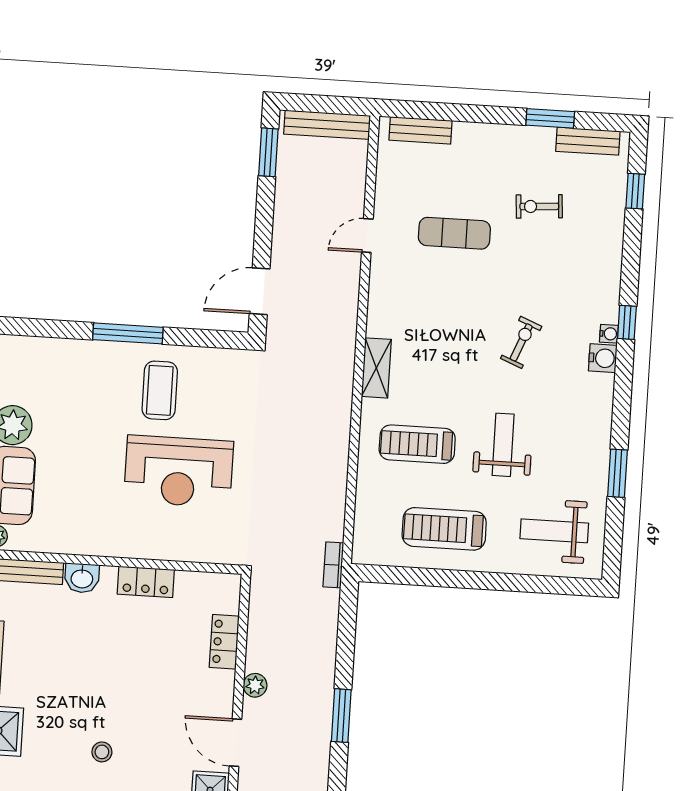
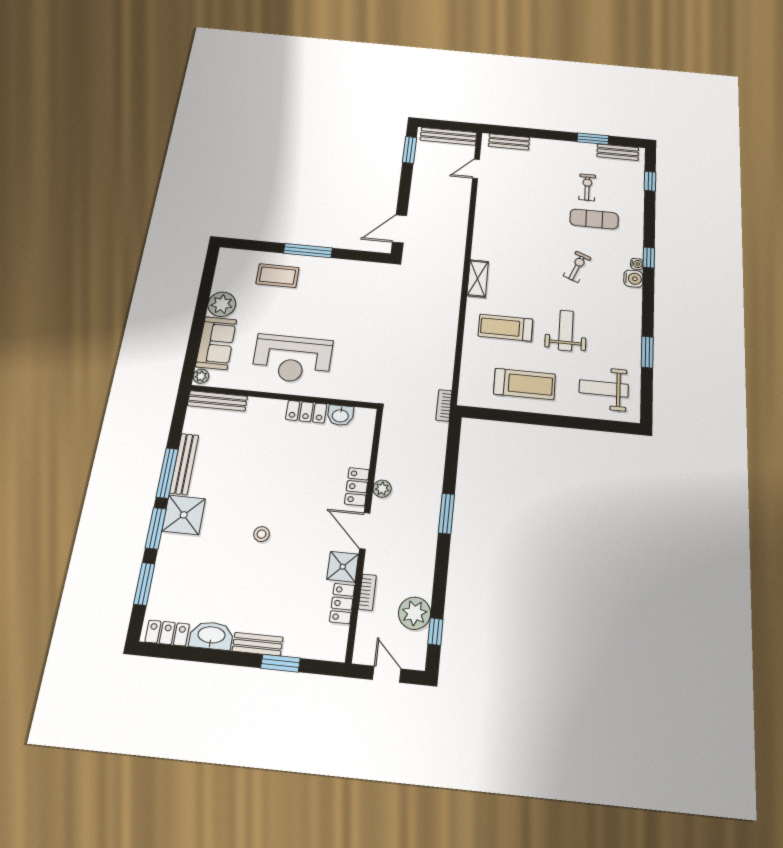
exercise bike: (539, 206) -> (587, 187), turned 94
exercise mat: (454, 233) -> (594, 219), moved
door: (367, 236) -> (476, 169), moved
coffee table: (160, 390) -> (278, 276), moved, turned 90
reception desk: (179, 471) -> (292, 359), moved
treadmill: (444, 529) -> (524, 384), turned 180
washbasin: (82, 578) -> (340, 415), moved
locker: (224, 642) -> (357, 487), moved

